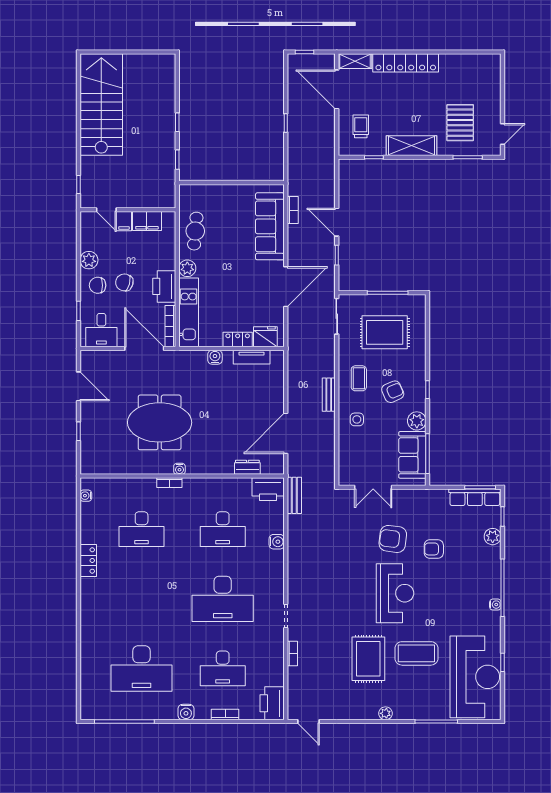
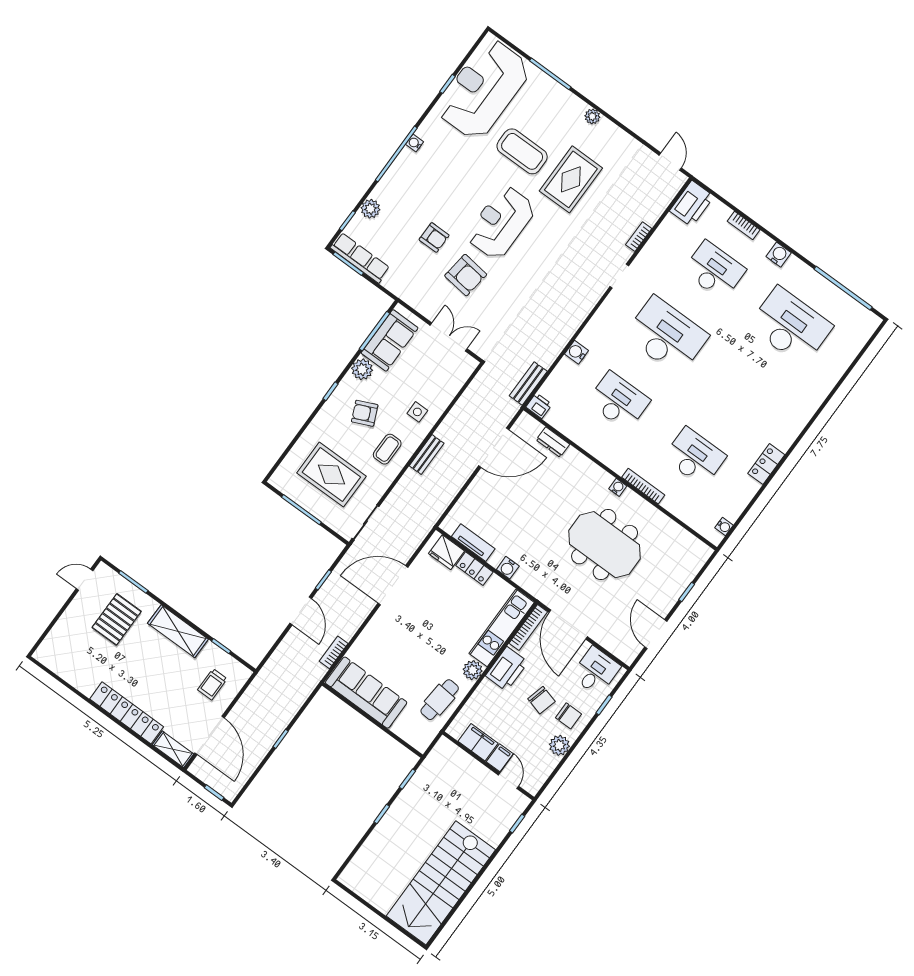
sofa: (270, 226) -> (366, 693), moved, turned -90
bookcase: (169, 483) -> (643, 486), width x1.56
printer: (268, 489) -> (539, 406), width x0.53, depth x0.68

